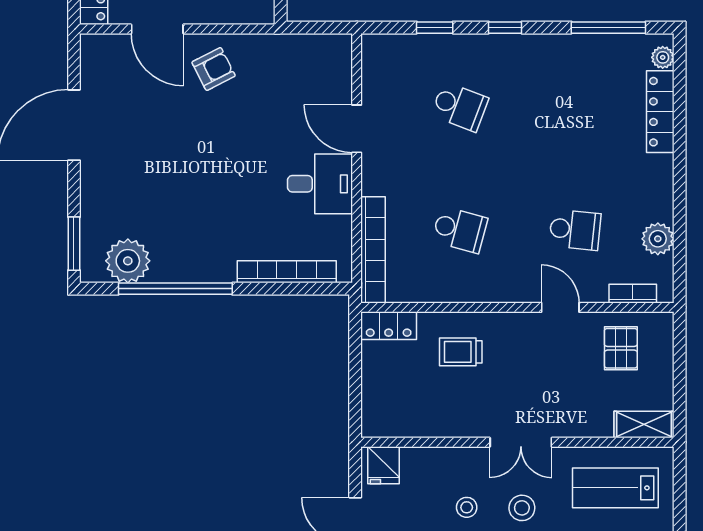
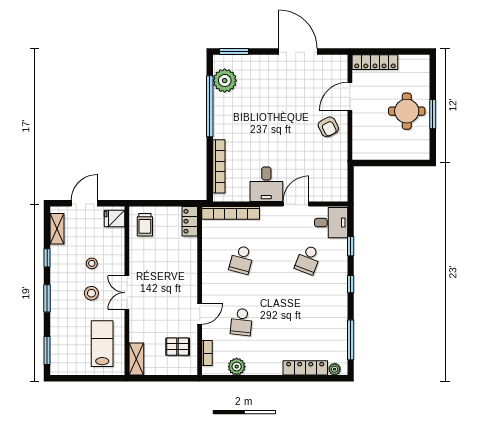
desk: (391, 64) -> (331, 223), added
trolley: (461, 352) -> (145, 225), moved, turned 180

